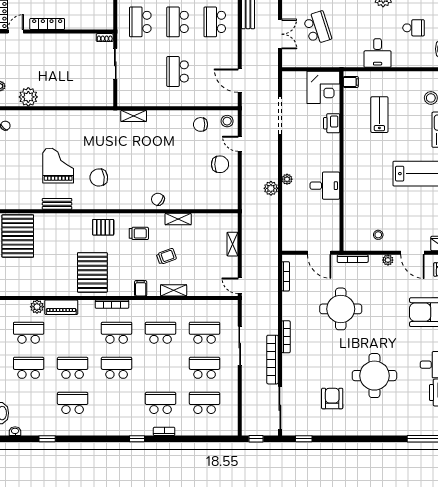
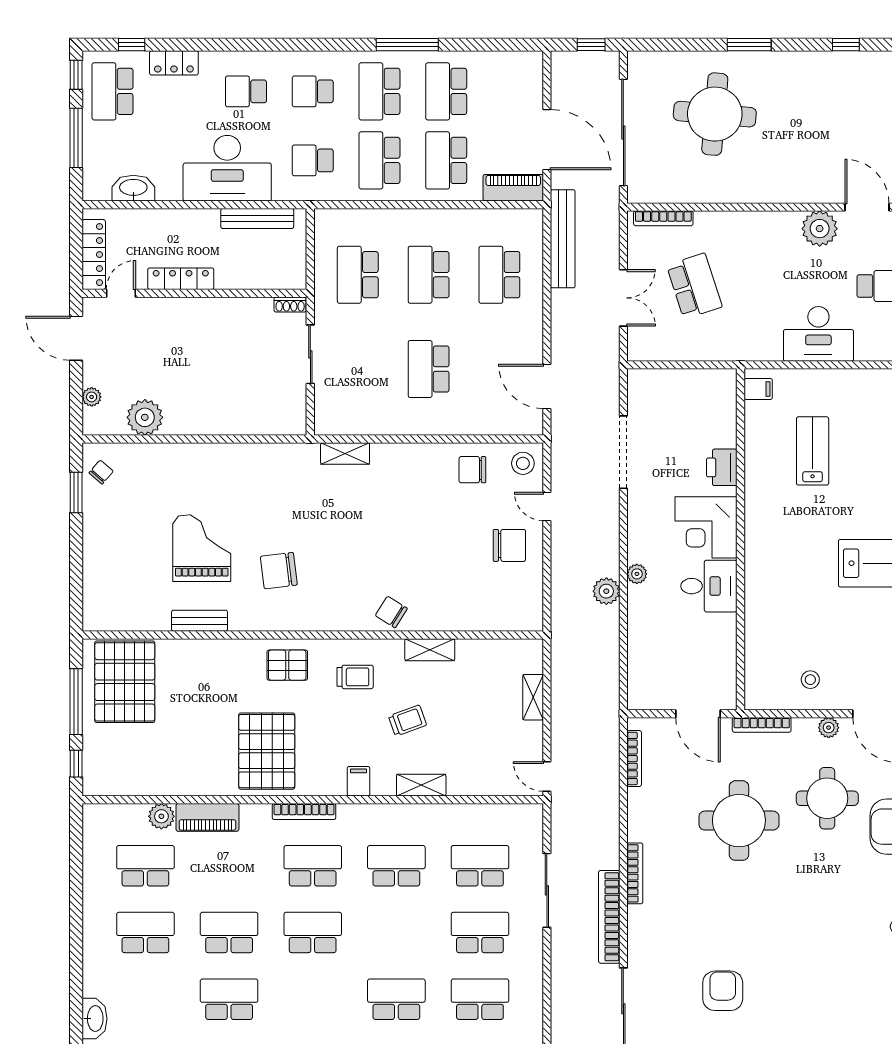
desk: (378, 53) -> (818, 334), width x1.37
corner desk: (323, 87) -> (706, 527), moved, turned 90
round table: (374, 376) -> (827, 798), moved, width x0.73, depth x0.73

